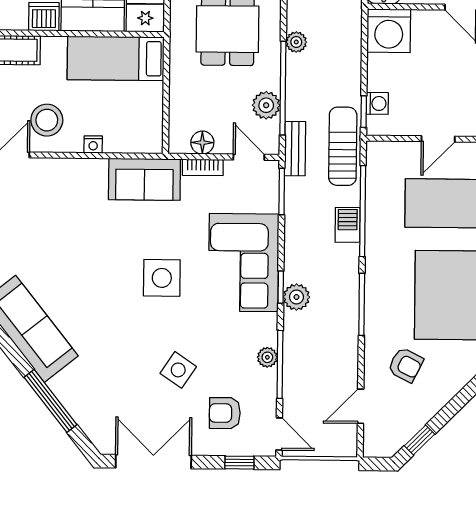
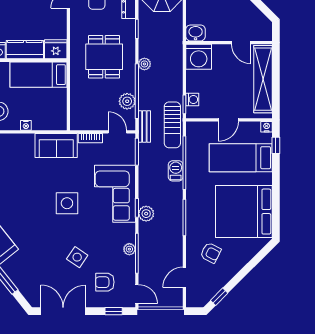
floor lamp: (202, 143) -> (90, 124), removed
sun lounger: (343, 146) -> (172, 125), turned 180

